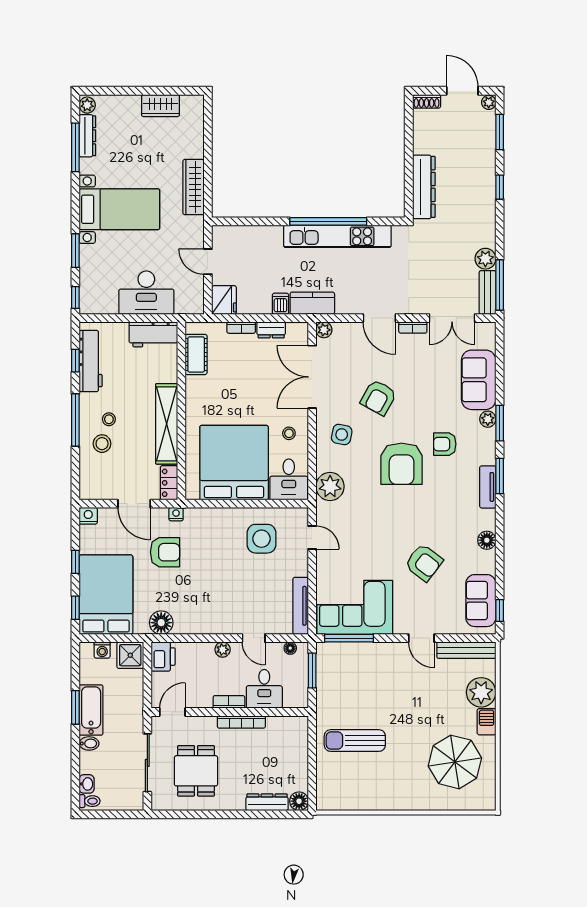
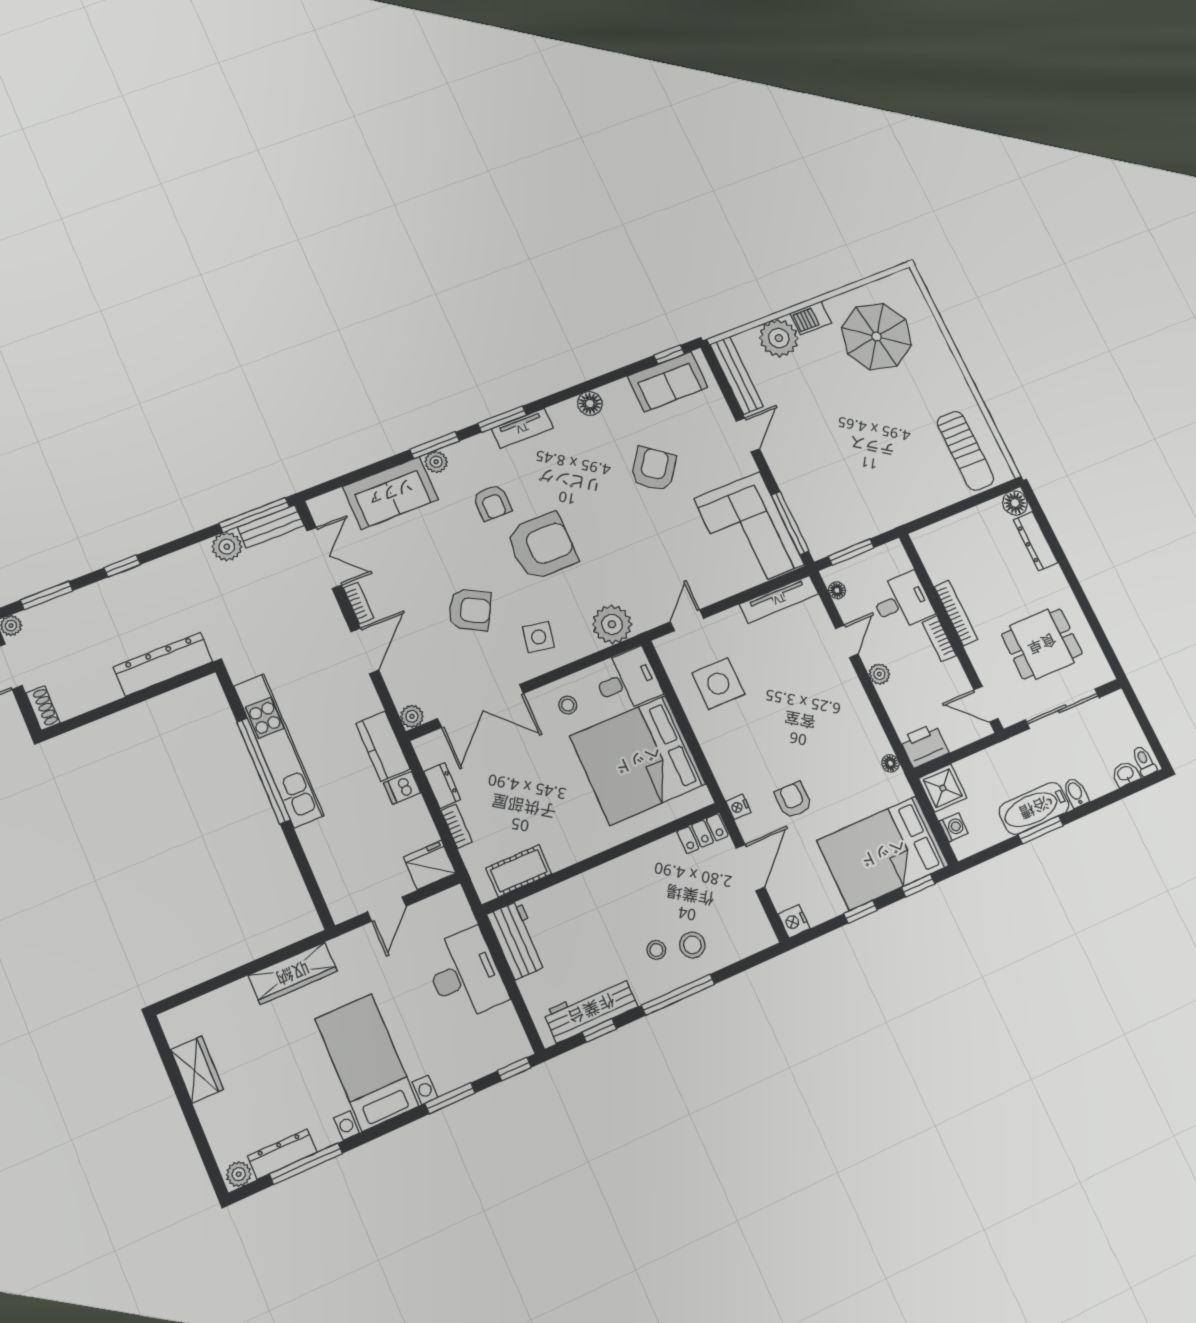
shelving: (167, 424) -> (628, 870), removed
armchair: (165, 552) -> (793, 800), width x0.72, depth x0.72
floor lamp: (161, 623) -> (890, 763), width x0.53, depth x0.53
sun lounger: (355, 741) -> (965, 451), moved

